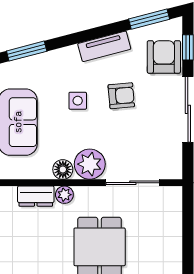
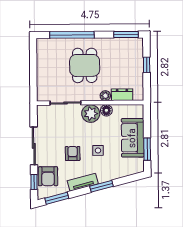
window: (27, 51) -> (101, 186), moved
armchair: (121, 96) -> (73, 154), turned 95

